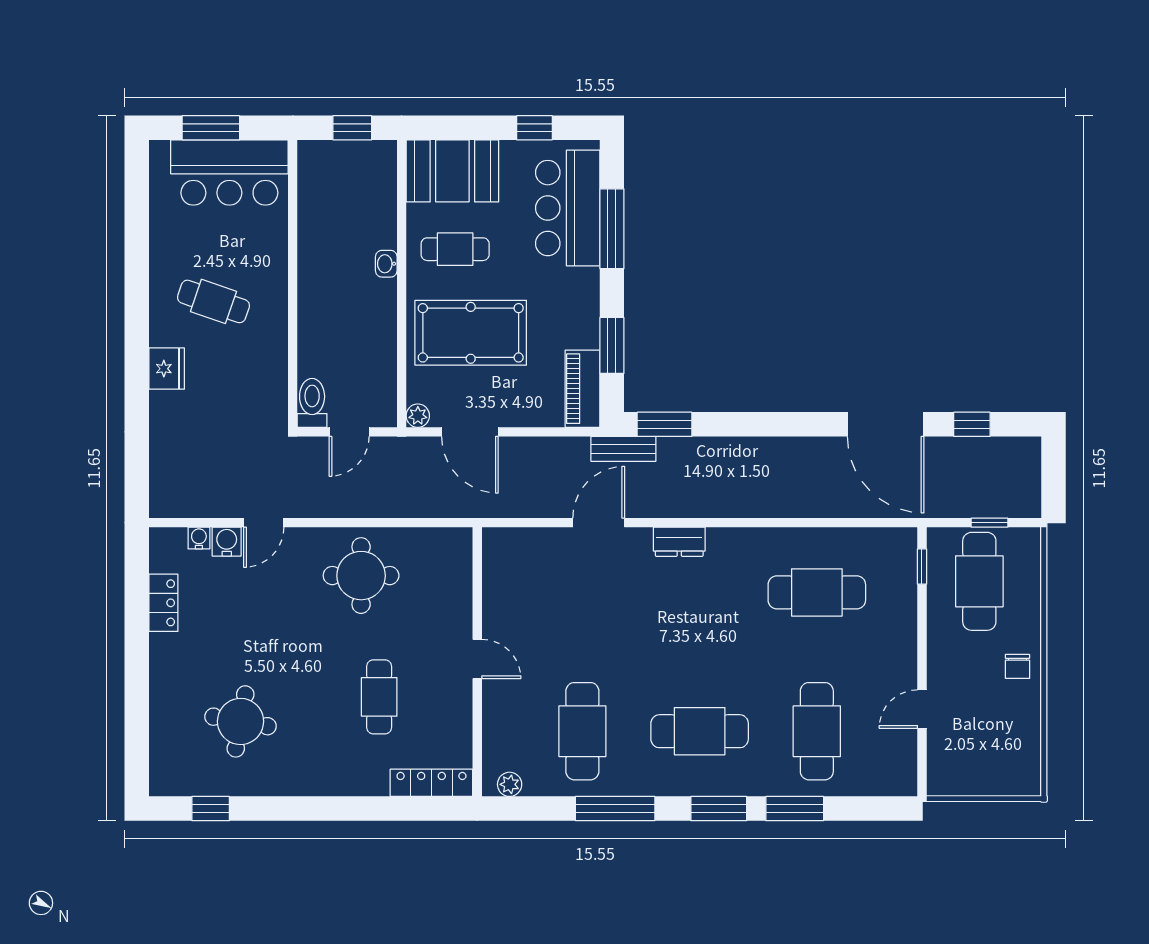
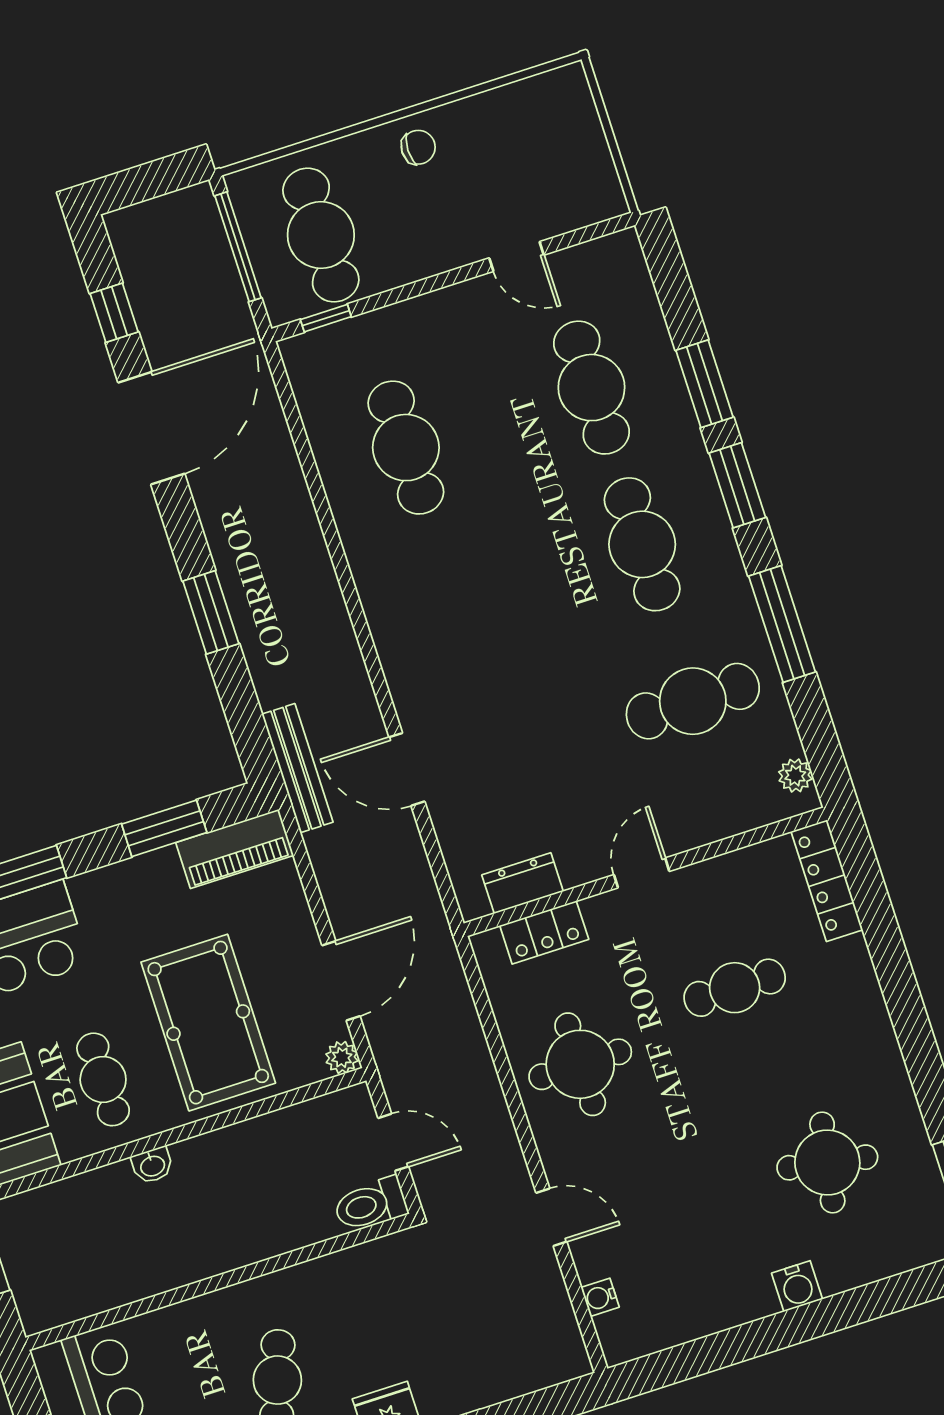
window: (665, 424) -> (211, 612), moved
bench: (623, 449) -> (297, 768), width x1.36
window: (989, 523) -> (238, 247), width x2.17
water cooler: (227, 542) -> (797, 1286), moved, turned -90
dresser: (679, 542) -> (523, 883), moved, turned -90
cafe table: (979, 581) -> (321, 235), turned 90
locker: (163, 603) -> (544, 932), moved, turned 180
cafe table: (817, 731) -> (591, 388), turned 90

